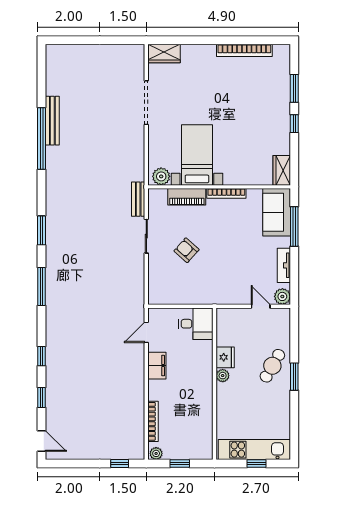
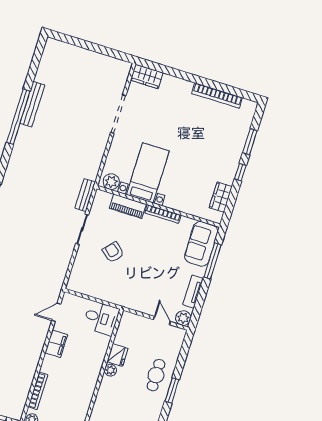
wardrobe: (282, 170) -> (221, 197), moved
cafe table: (272, 366) -> (156, 375), turned -30

